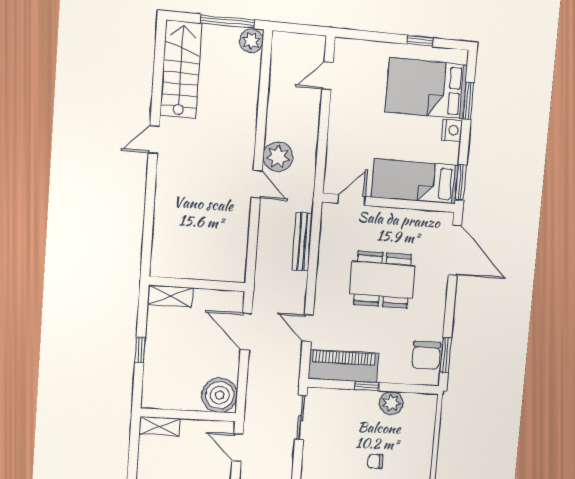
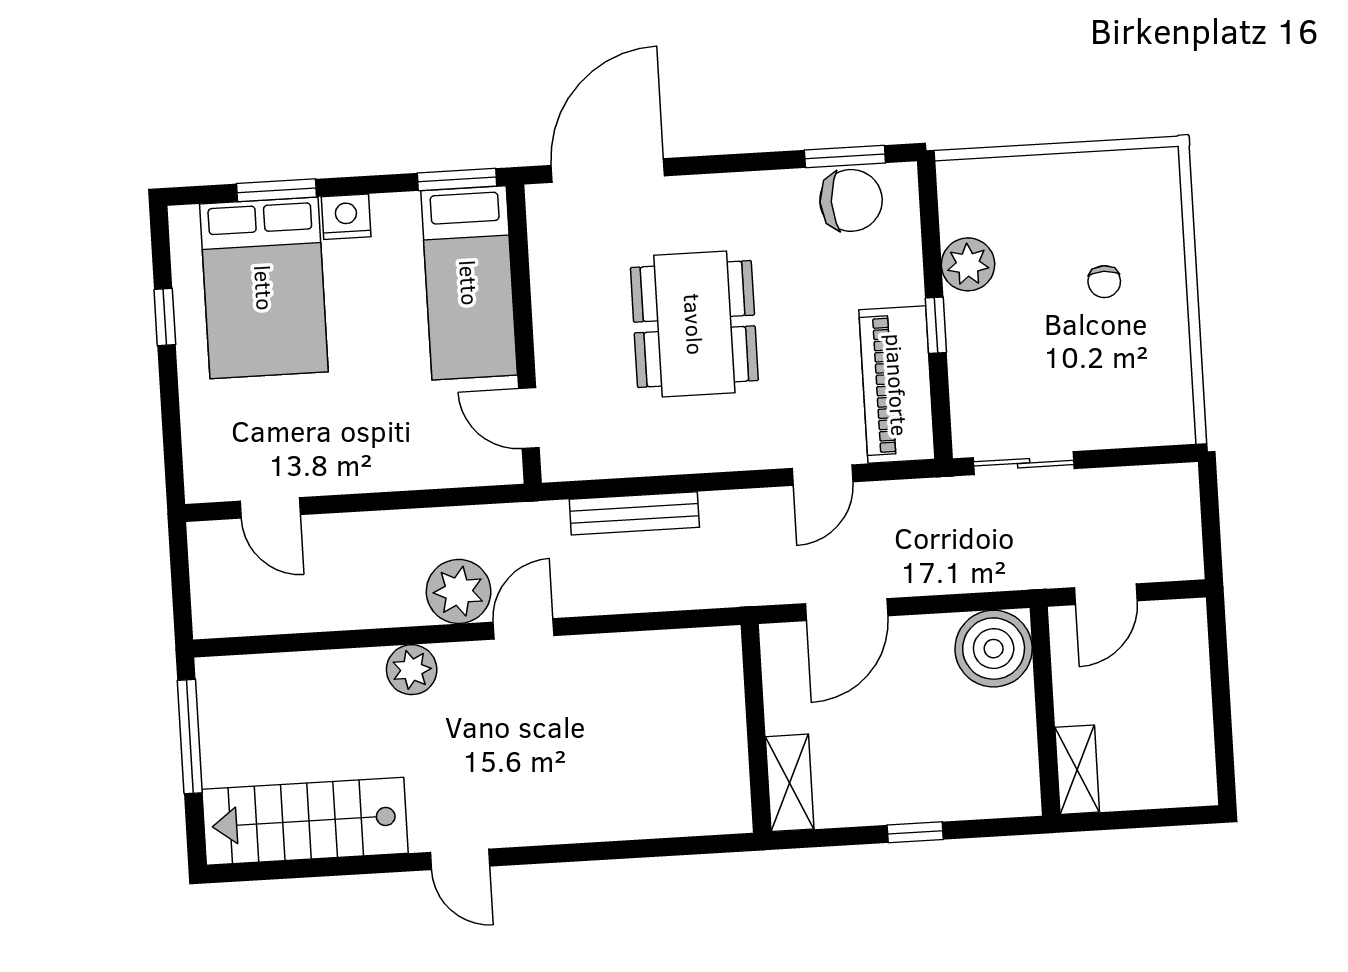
plant: (251, 41) -> (412, 670), moved

